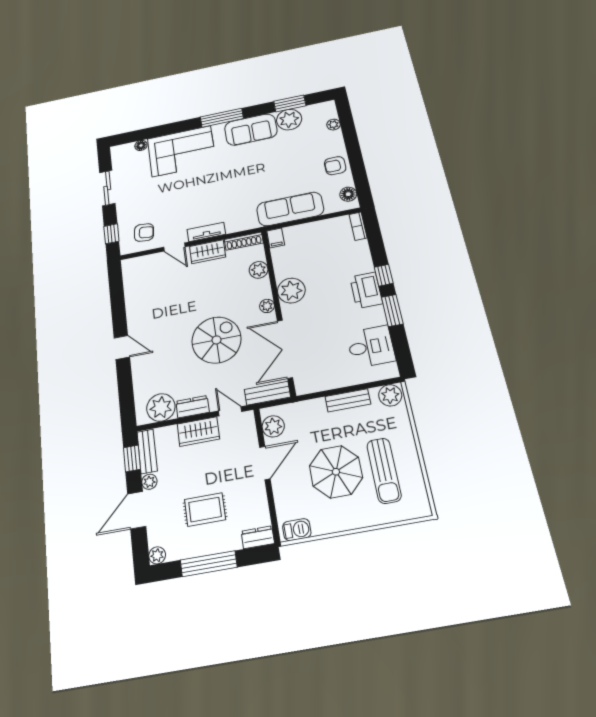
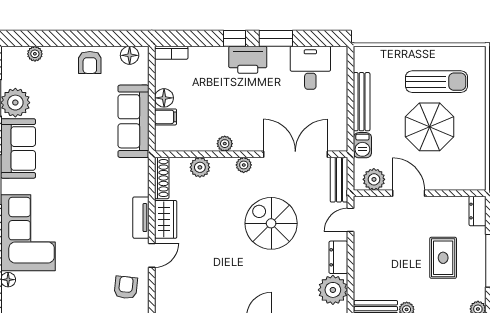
floor lamp: (316, 229) -> (164, 98), added
filing cabinet: (276, 238) -> (166, 117), moved
plant: (291, 291) -> (225, 144), width x0.53, depth x0.53
double door: (285, 349) -> (295, 154), swing flipped
plant: (390, 395) -> (364, 60), removed
bench: (348, 400) -> (362, 102), width x1.36
wardrobe: (198, 432) -> (365, 255), removed
barbecue: (297, 530) -> (362, 145), moved, turned 180

